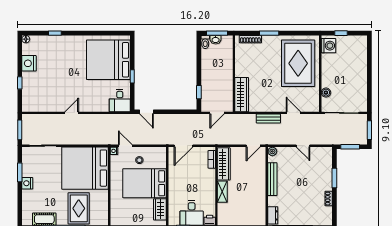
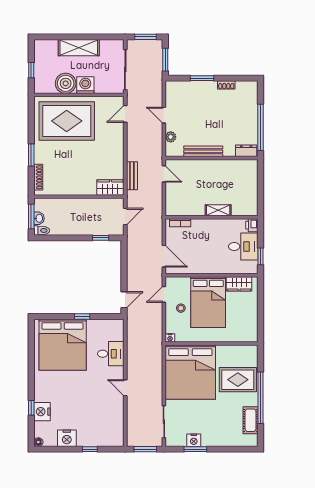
nightstand: (52, 42) -> (42, 412), added
washing machine: (328, 46) -> (85, 85), moved
shelving: (360, 73) -> (79, 48), added
boiler: (326, 93) -> (66, 83), moved, width x1.86, depth x1.86
wardrobe: (242, 95) -> (110, 187), width x0.67
desk: (120, 101) -> (111, 354), moved
door: (217, 113) -> (125, 217), hinge flipped
door: (293, 113) -> (125, 114), moved
bench: (268, 119) -> (132, 176), moved
door: (125, 146) -> (164, 294), moved
door: (303, 146) -> (164, 115), swing flipped
plant: (272, 151) -> (171, 137), moved
wardrobe: (224, 164) -> (185, 209), removed
nightstand: (27, 183) -> (194, 440), moved

